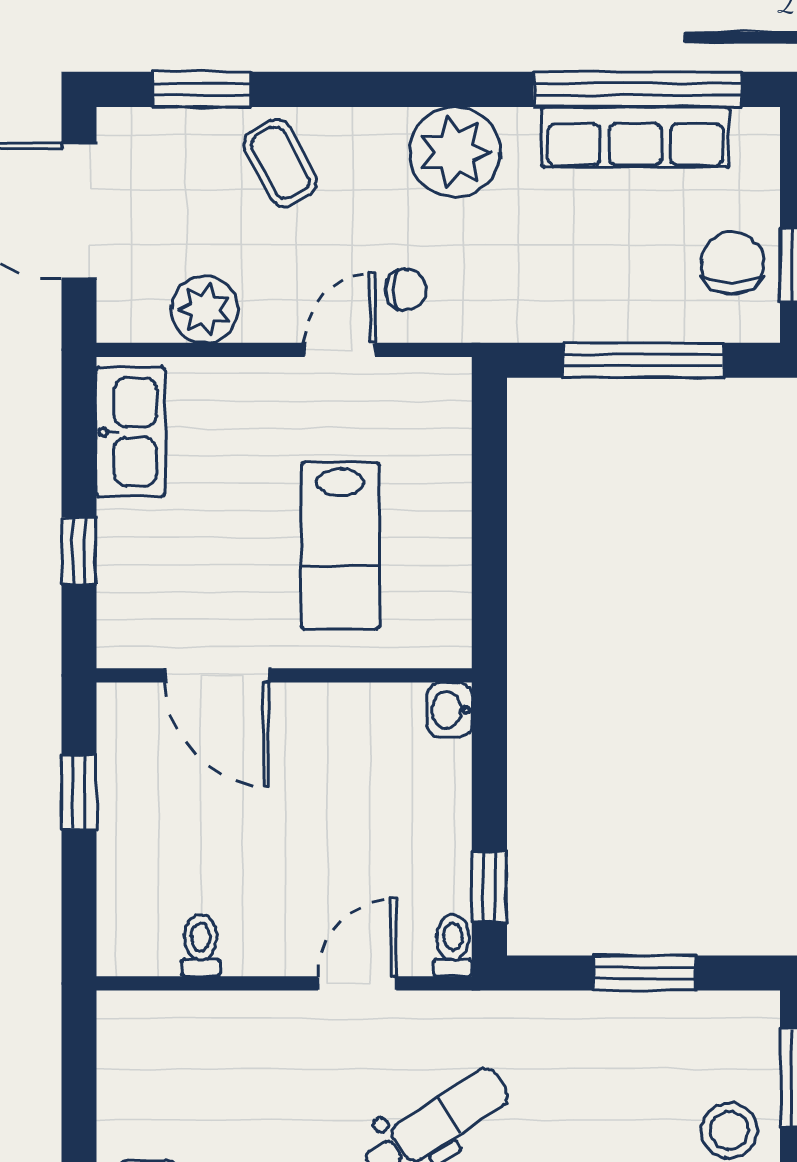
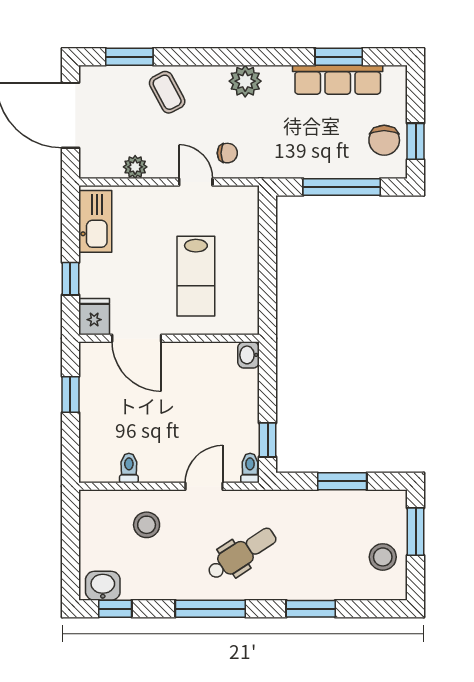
window: (638, 89) -> (339, 57), width x0.47
plant: (455, 152) -> (245, 81), width x0.73, depth x0.73
chair: (732, 263) -> (384, 140), turned 180
plant: (205, 309) -> (135, 167), width x0.73, depth x0.73
door: (340, 350) -> (196, 182), hinge flipped
fridge: (128, 630) -> (94, 317), added
stool: (238, 1064) -> (147, 525), added

